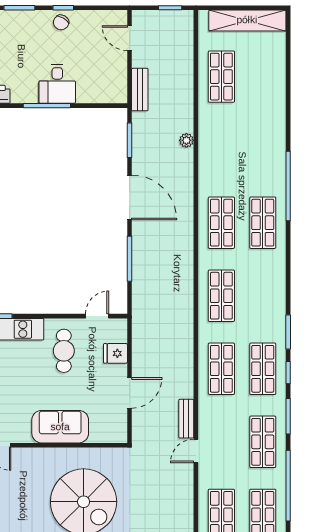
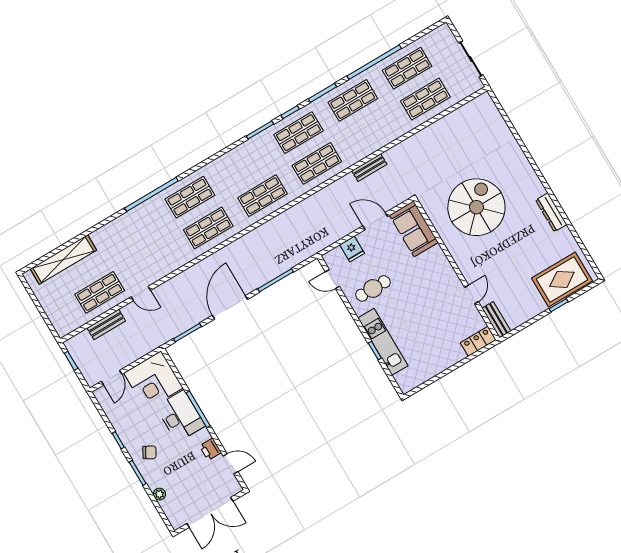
shelving: (247, 20) -> (63, 260), moved, turned 90
chair: (61, 22) -> (149, 452), moved
corner desk: (102, 78) -> (153, 380), added
desk: (57, 84) -> (180, 416), width x1.37
bench: (140, 90) -> (106, 324), moved
plant: (186, 140) -> (162, 290), removed
sofa: (60, 427) -> (414, 229), moved
door: (196, 451) -> (141, 294), moved

